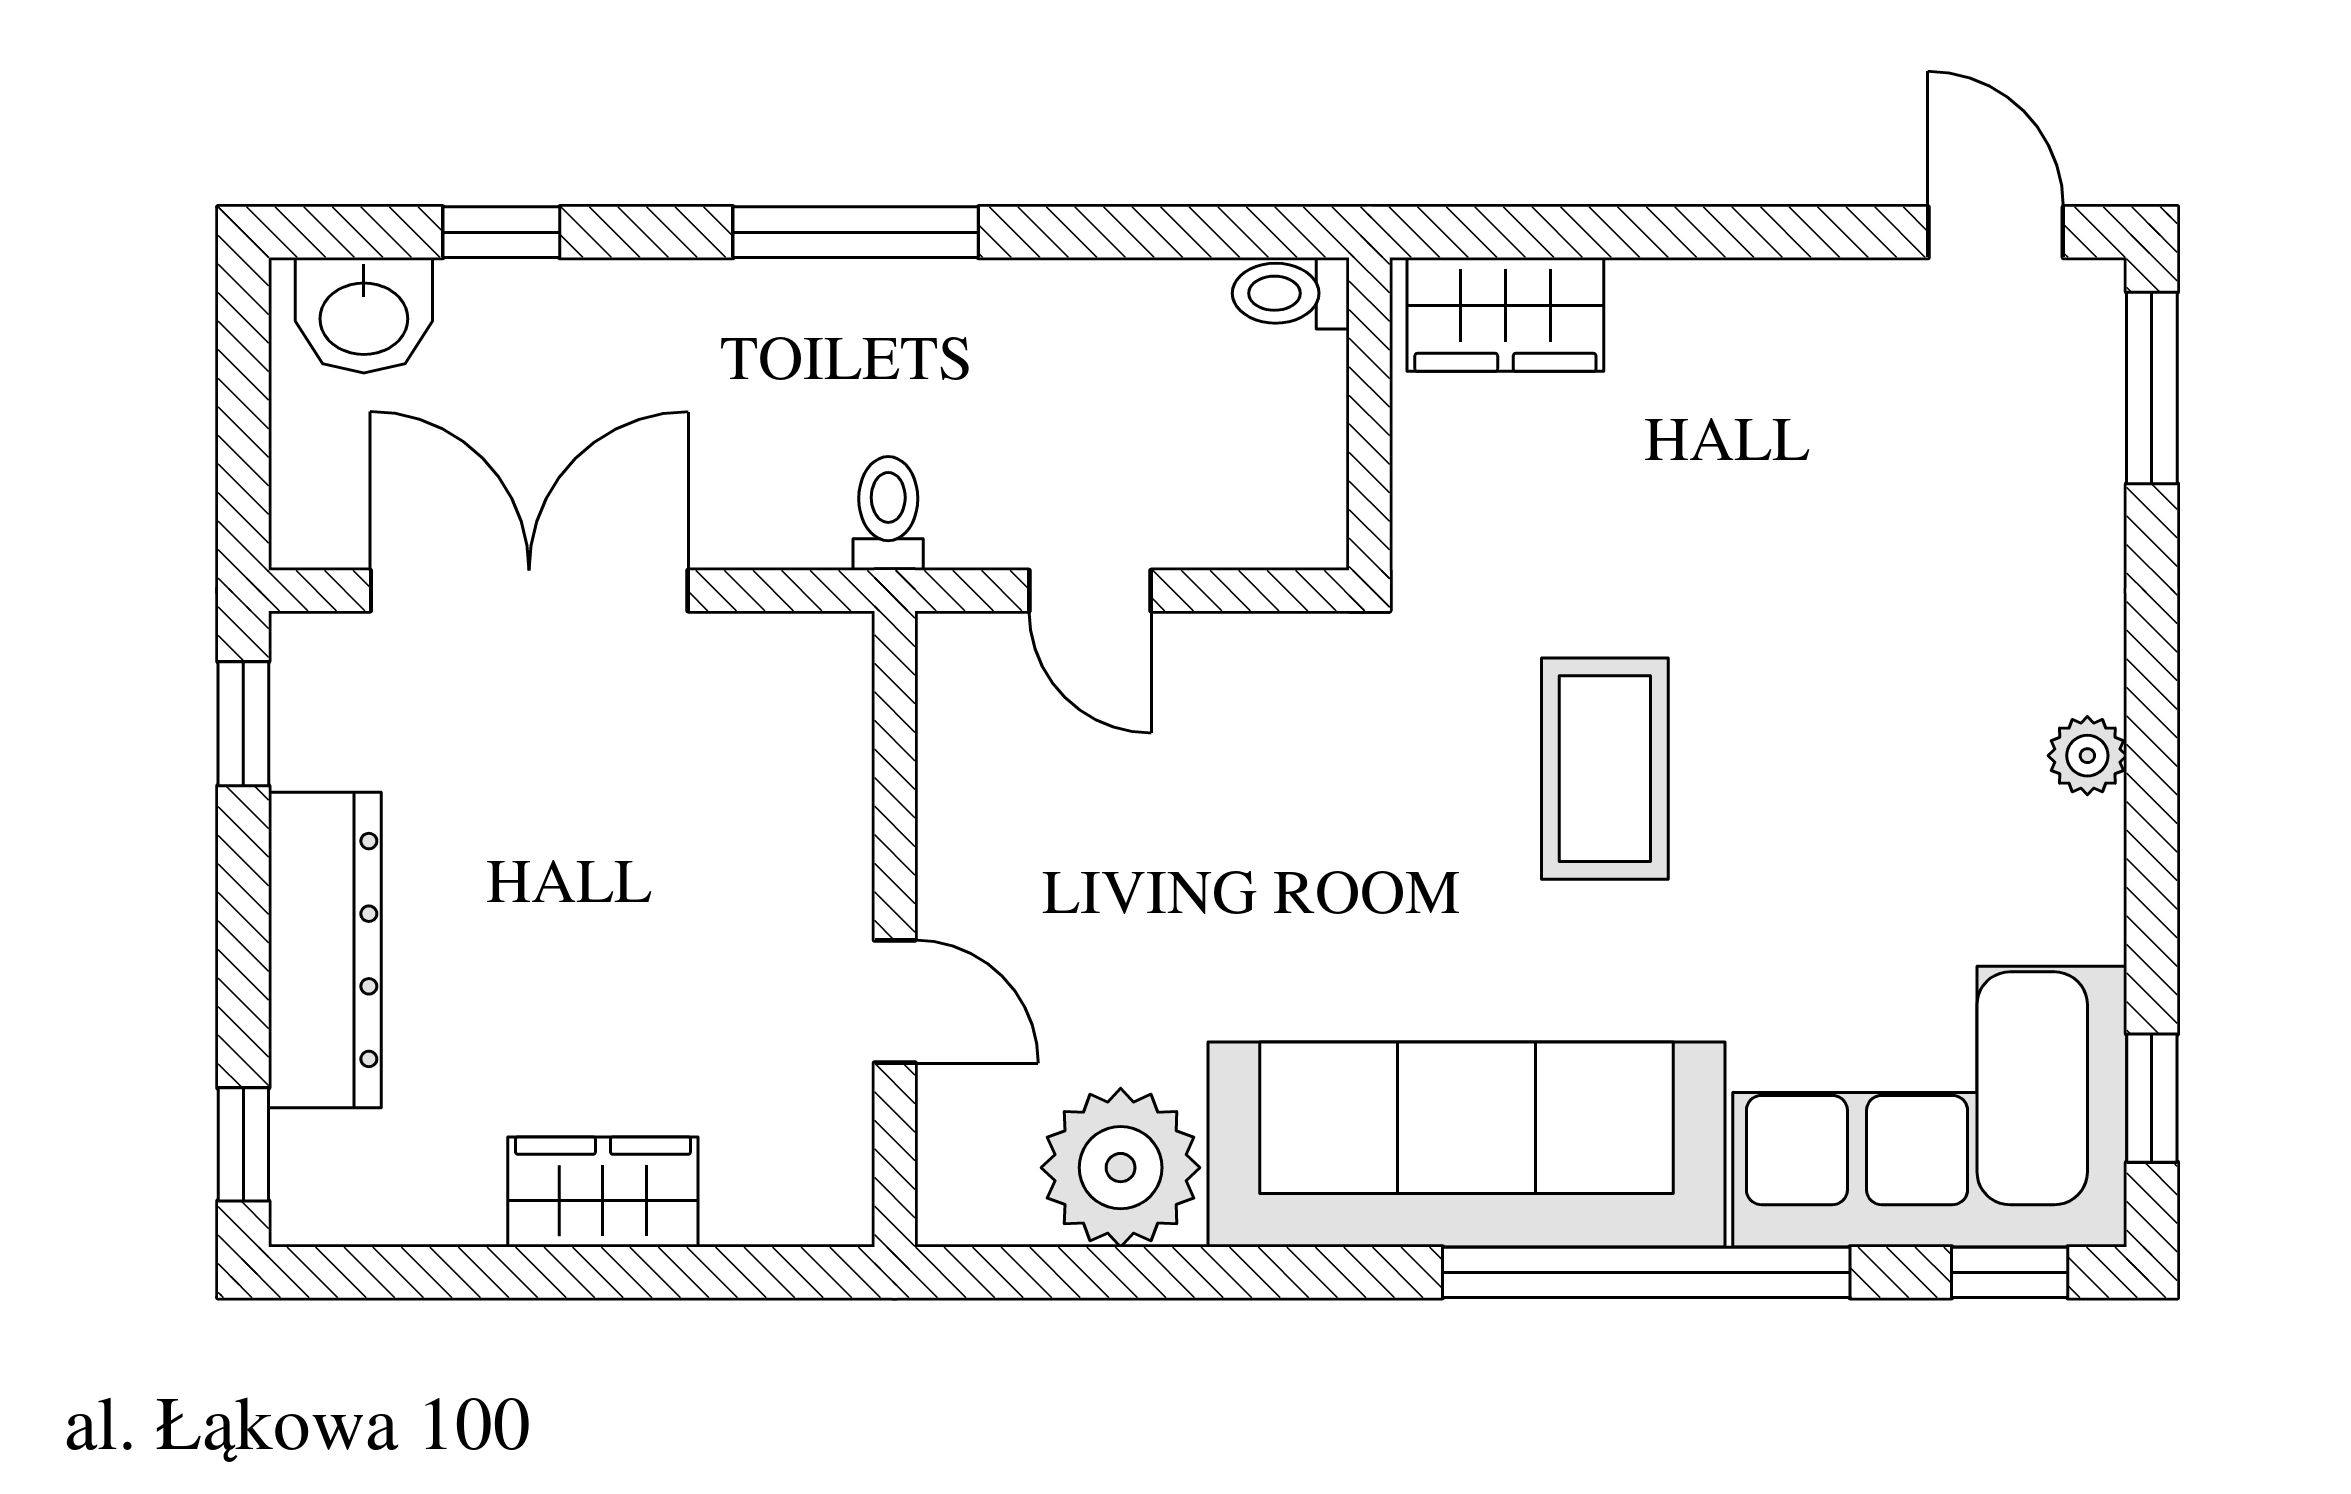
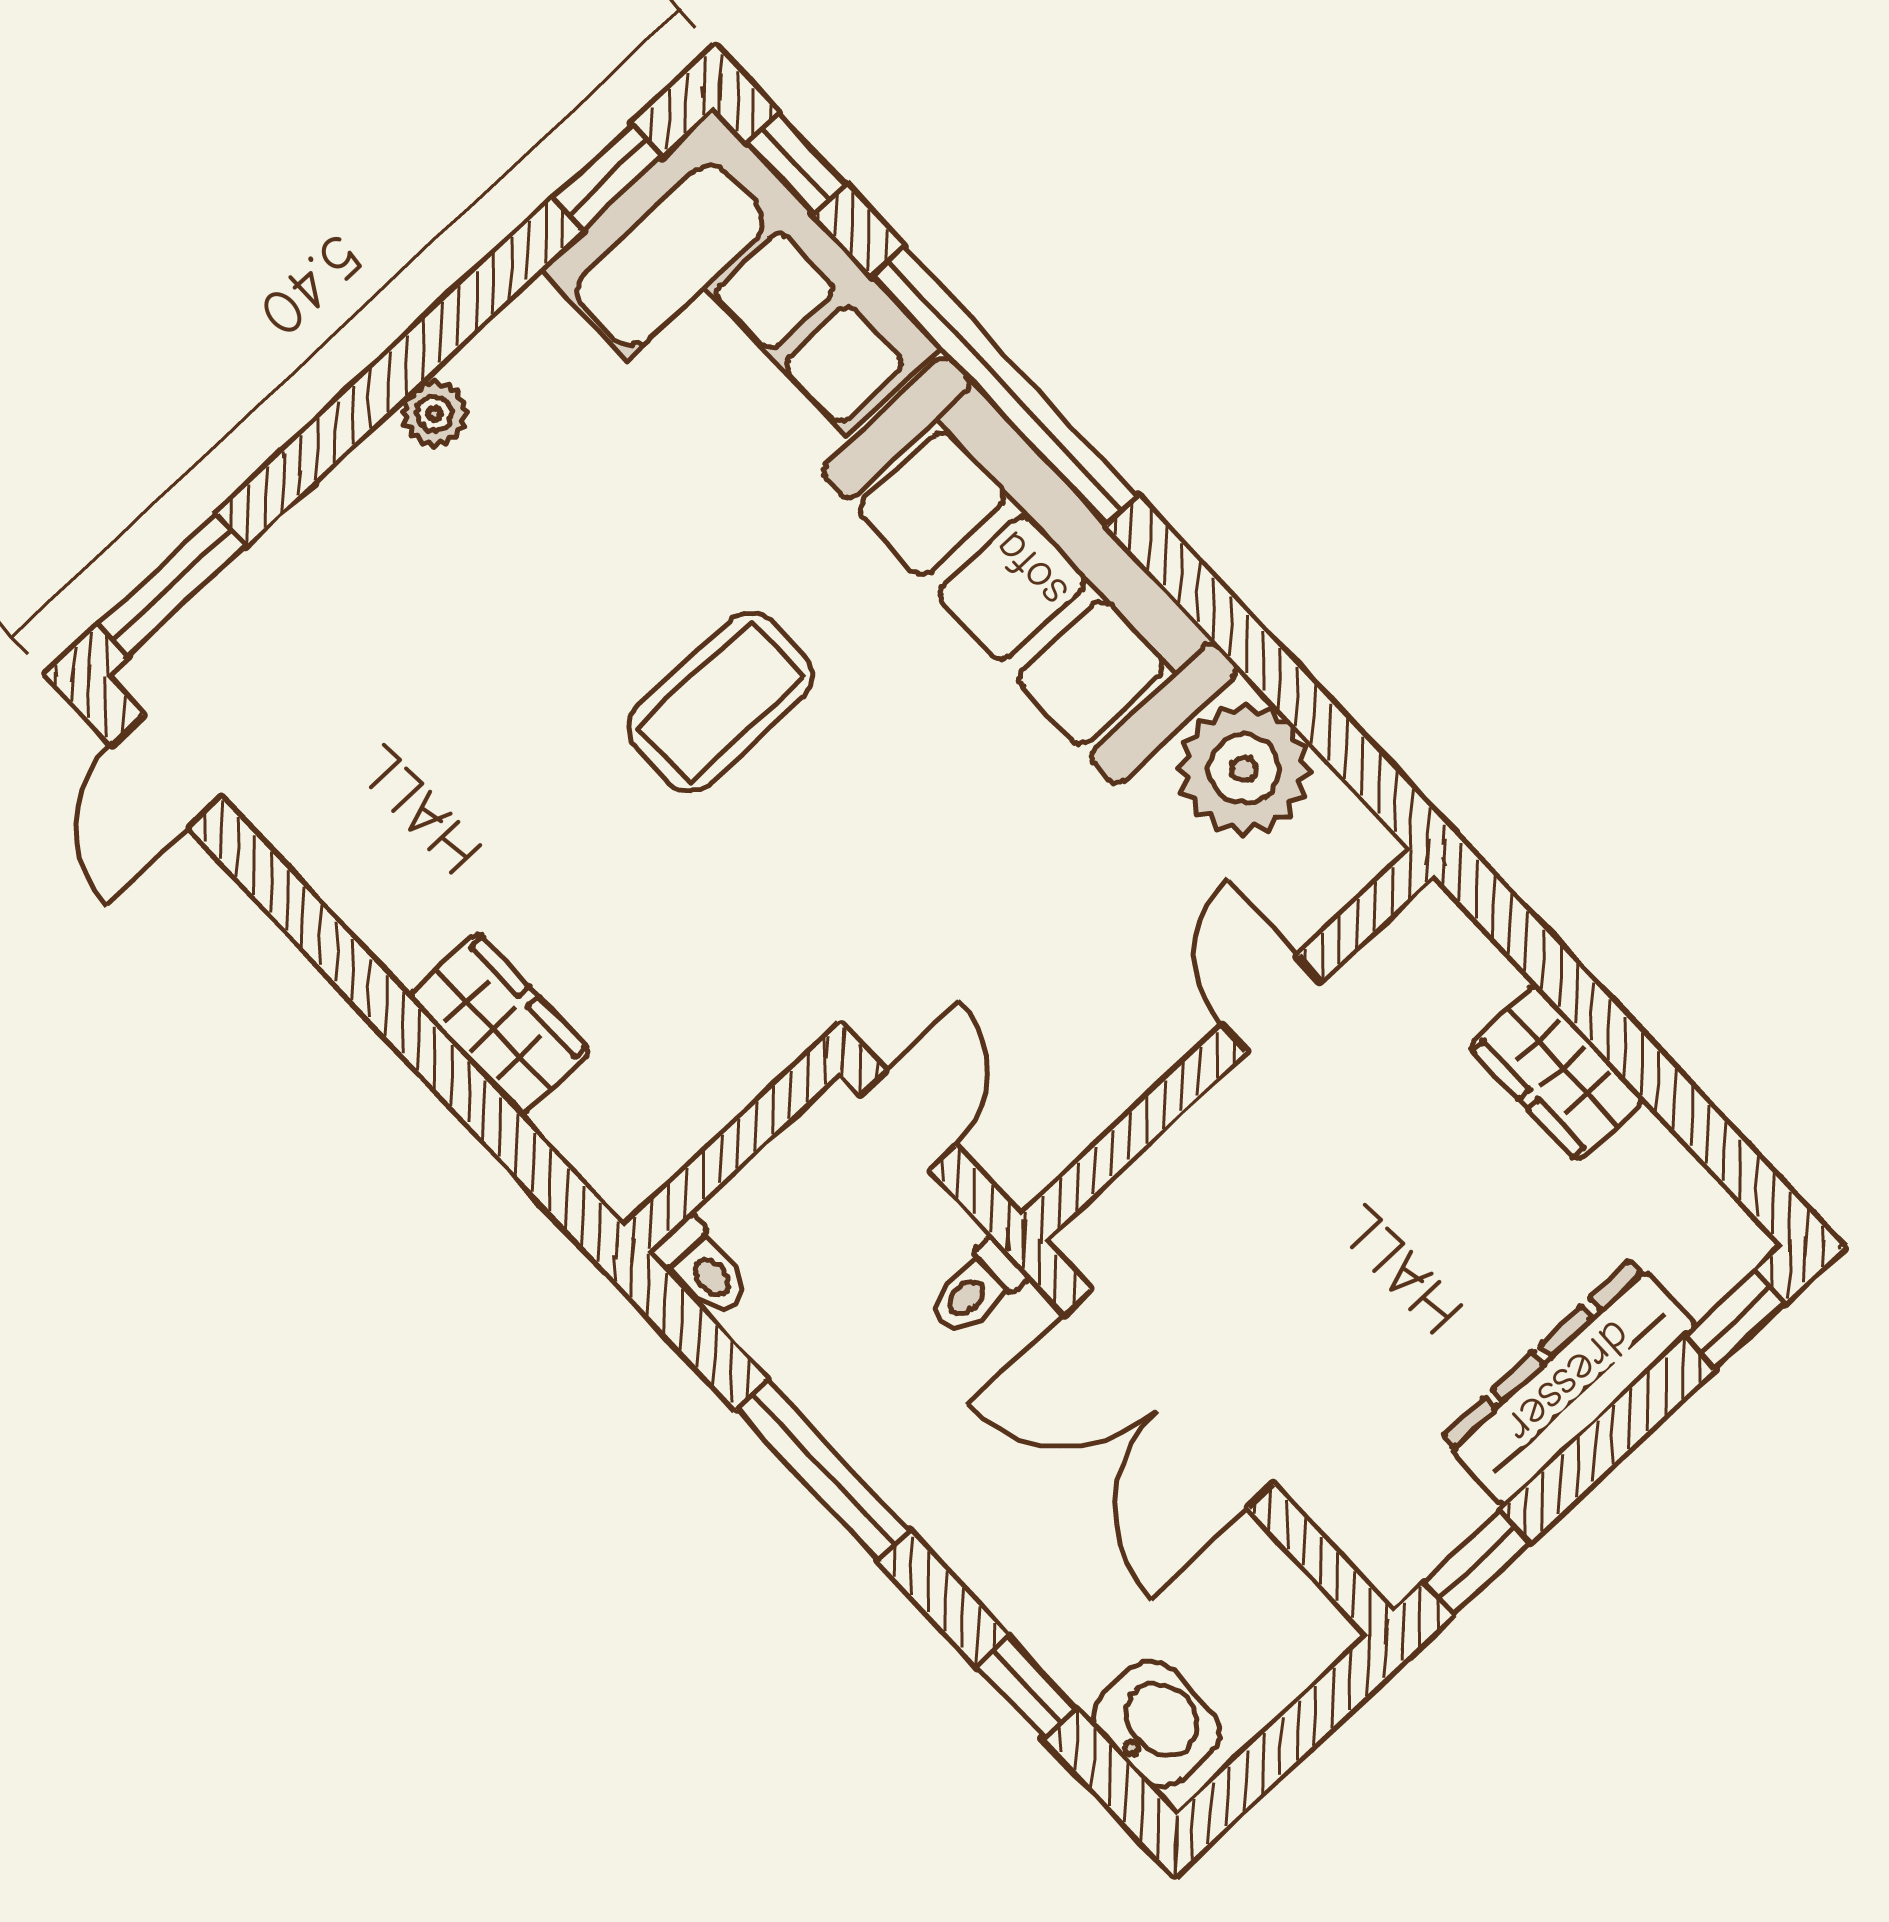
toilet: (1291, 293) -> (703, 1267), moved
wall: (1369, 414) -> (731, 1150), moved
double door: (529, 591) -> (1169, 1399), moved

